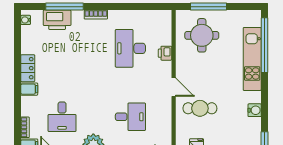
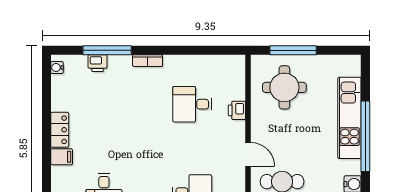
printer: (57, 20) -> (98, 63), width x0.53, depth x0.68
window: (264, 45) -> (365, 136), moved
desk: (130, 48) -> (192, 104), width x0.73

